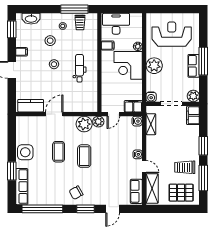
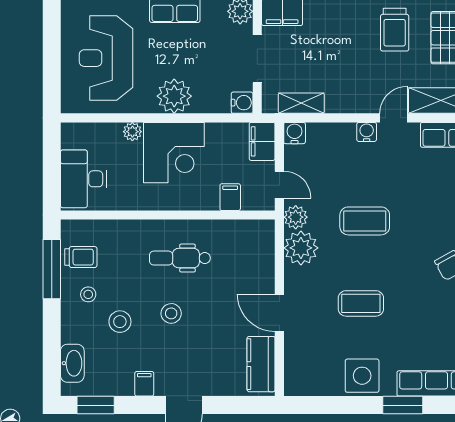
filing cabinet: (108, 45) -> (230, 197), moved
coffee table: (84, 156) -> (365, 221), moved

